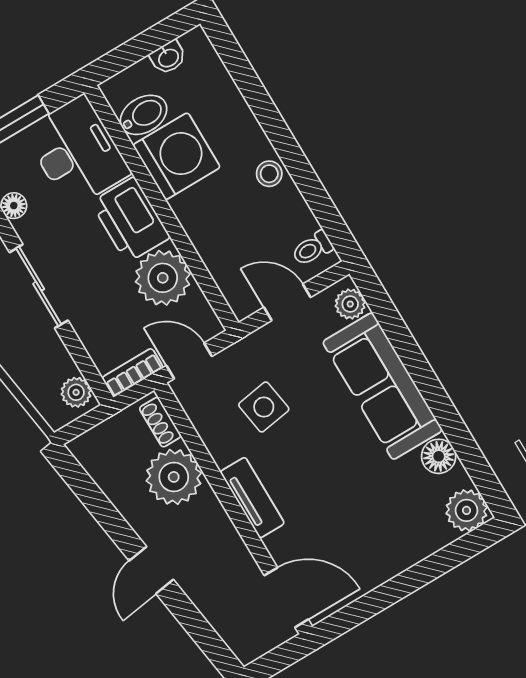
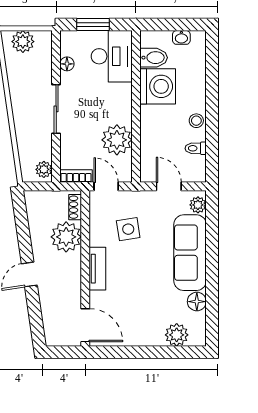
printer: (130, 220) -> (118, 103), removed
toilet: (312, 248) -> (196, 148), moved
plant: (467, 510) -> (177, 335), moved

